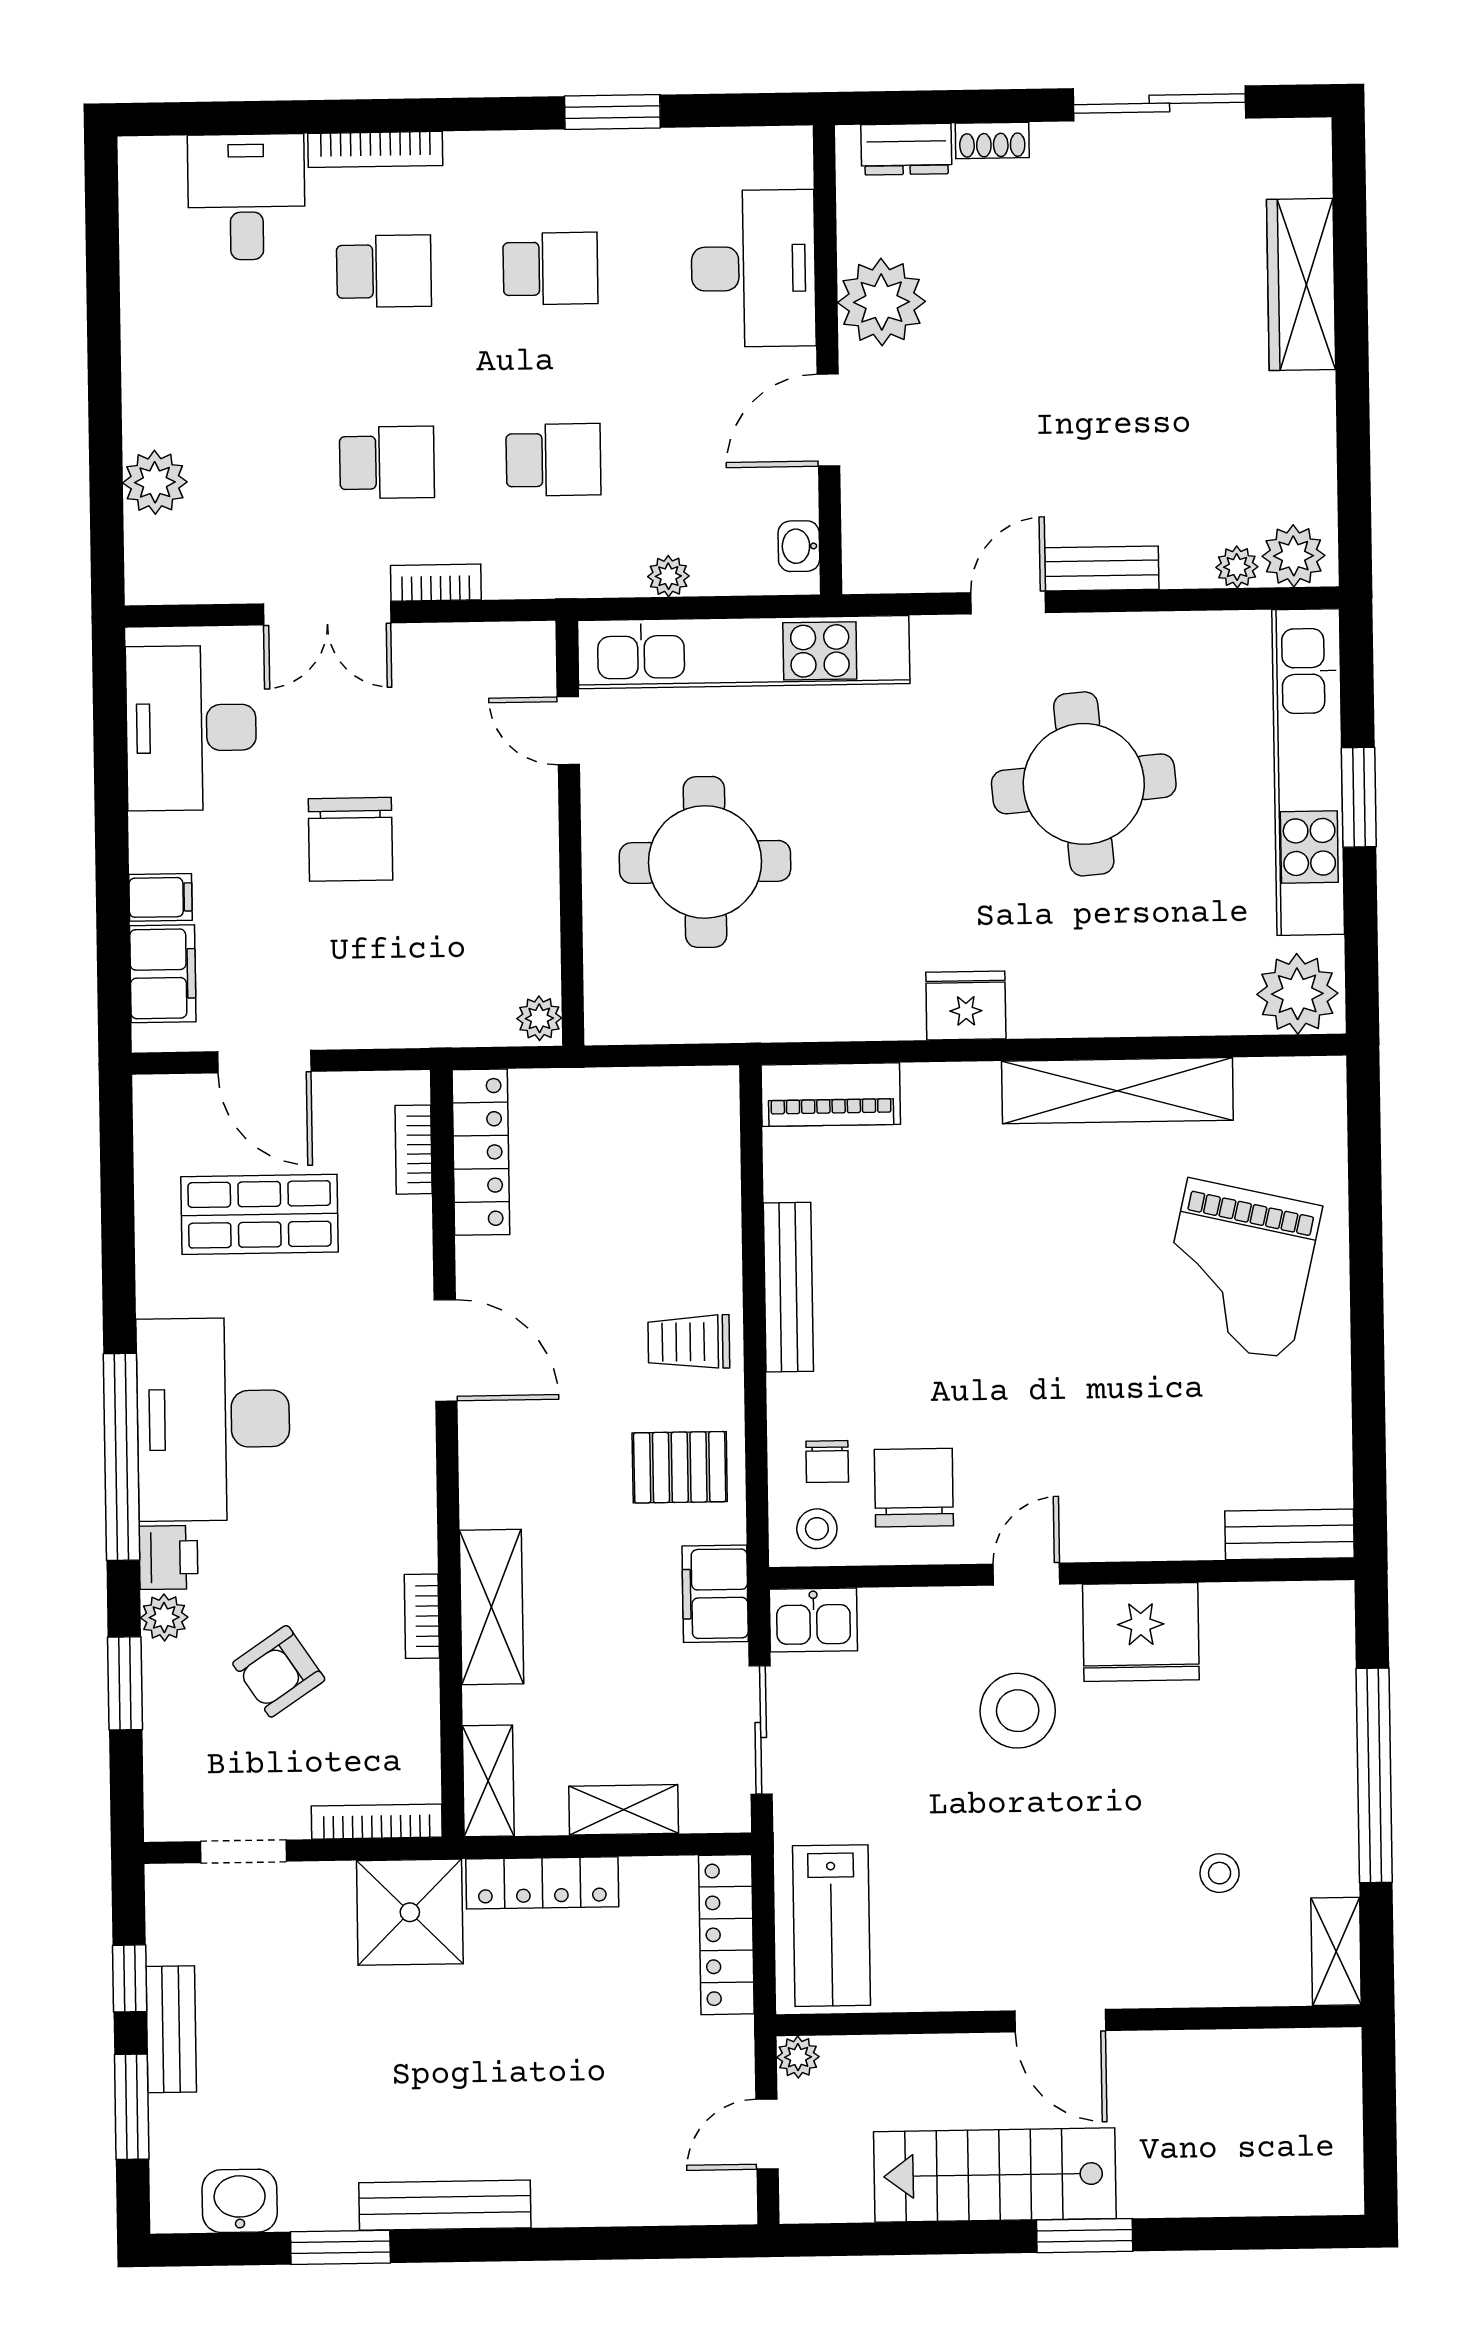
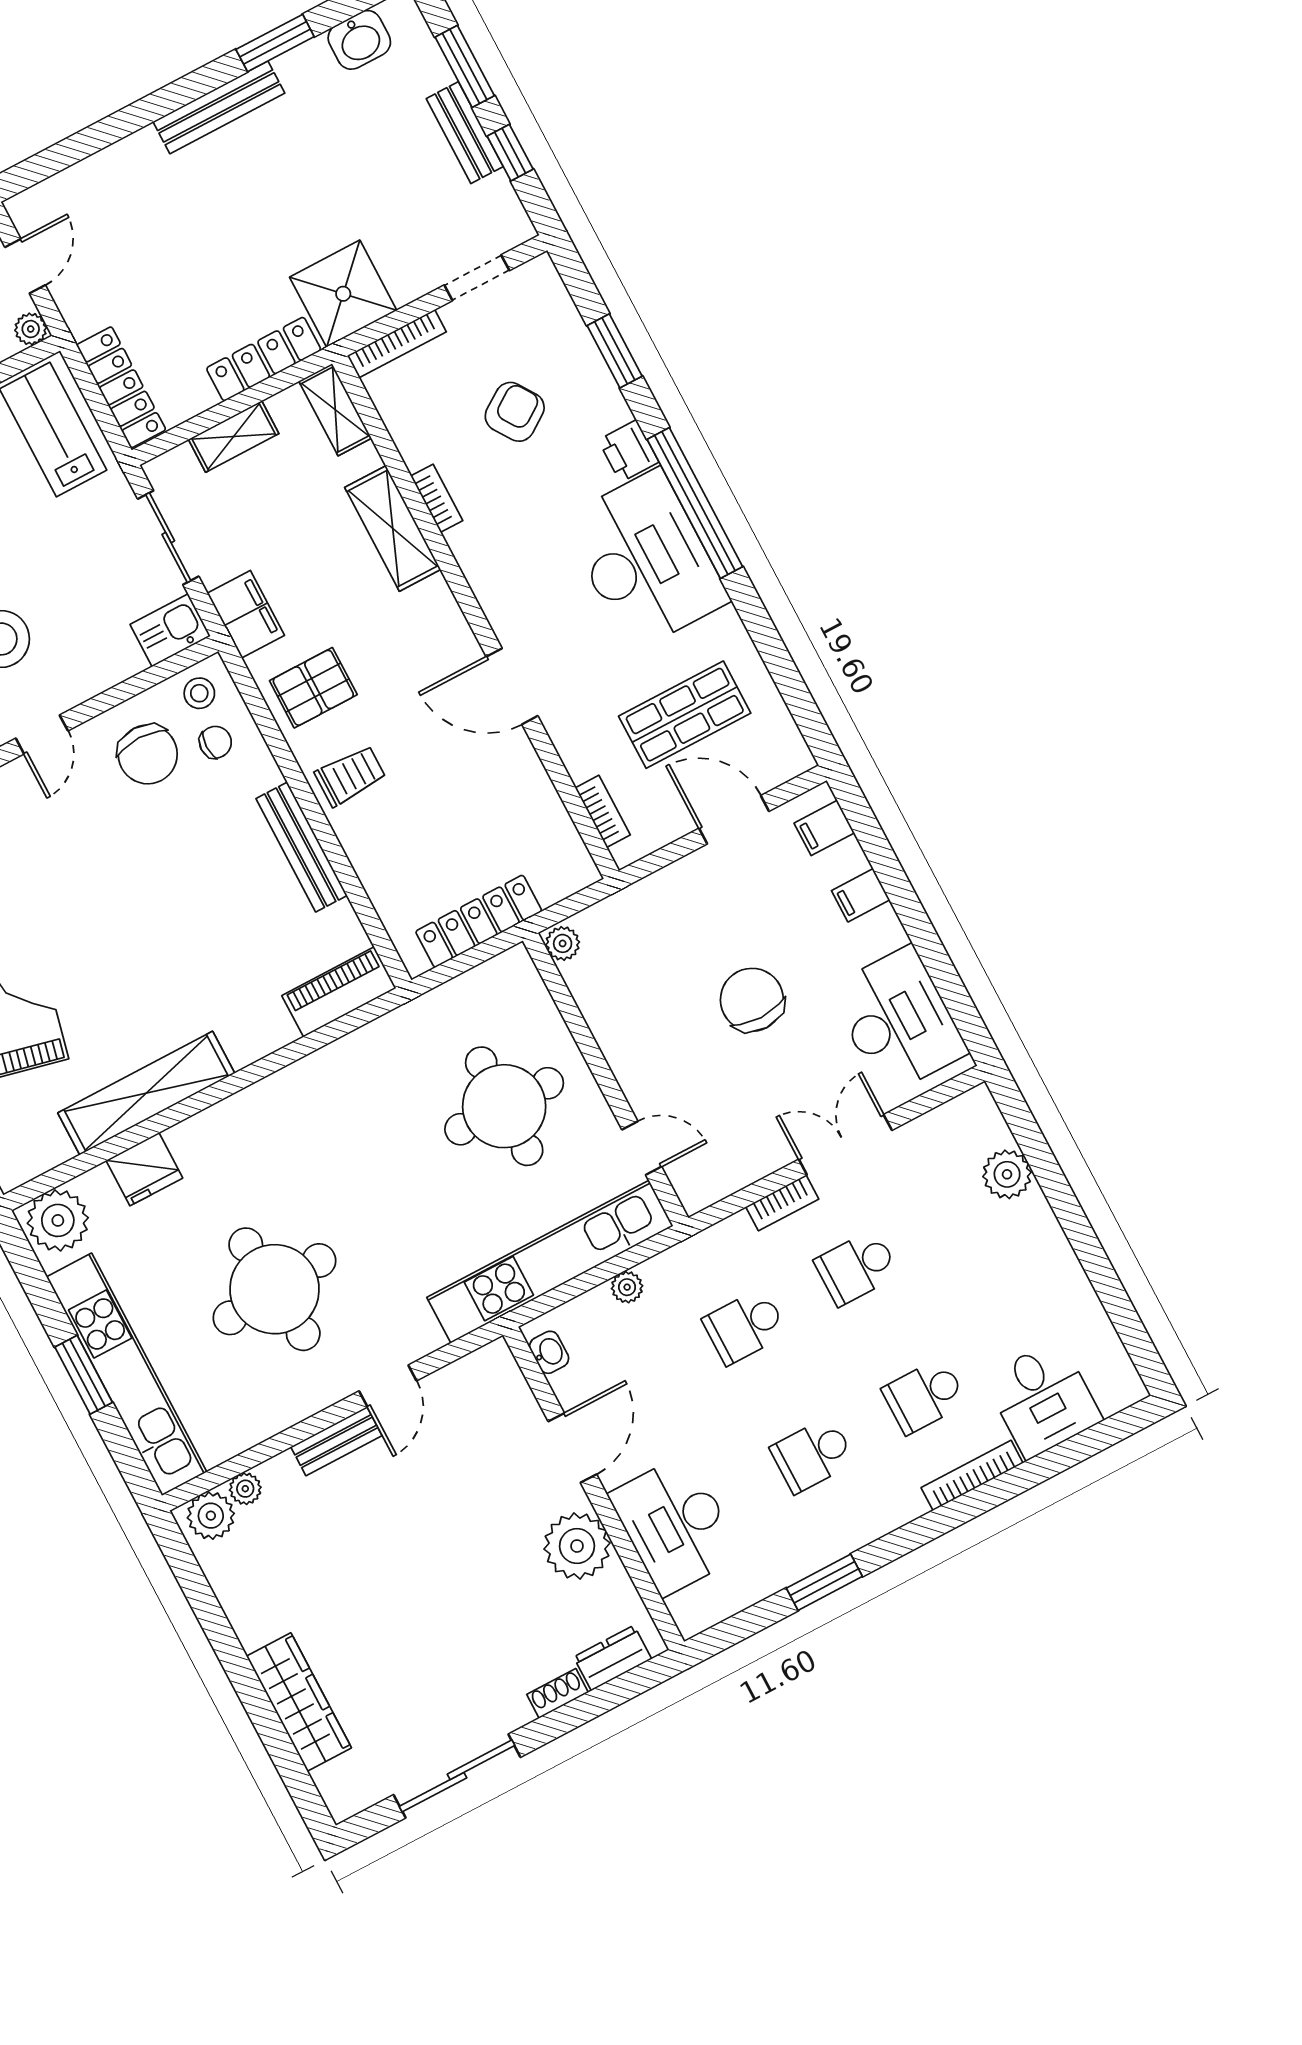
filing cabinet: (163, 974) -> (824, 828), width x0.50
fridge: (966, 1006) -> (144, 1169), moved
locker: (481, 1152) -> (479, 921), moved, turned 90
chair: (827, 1462) -> (215, 742), turned 90
plant: (164, 1617) -> (611, 409), removed

